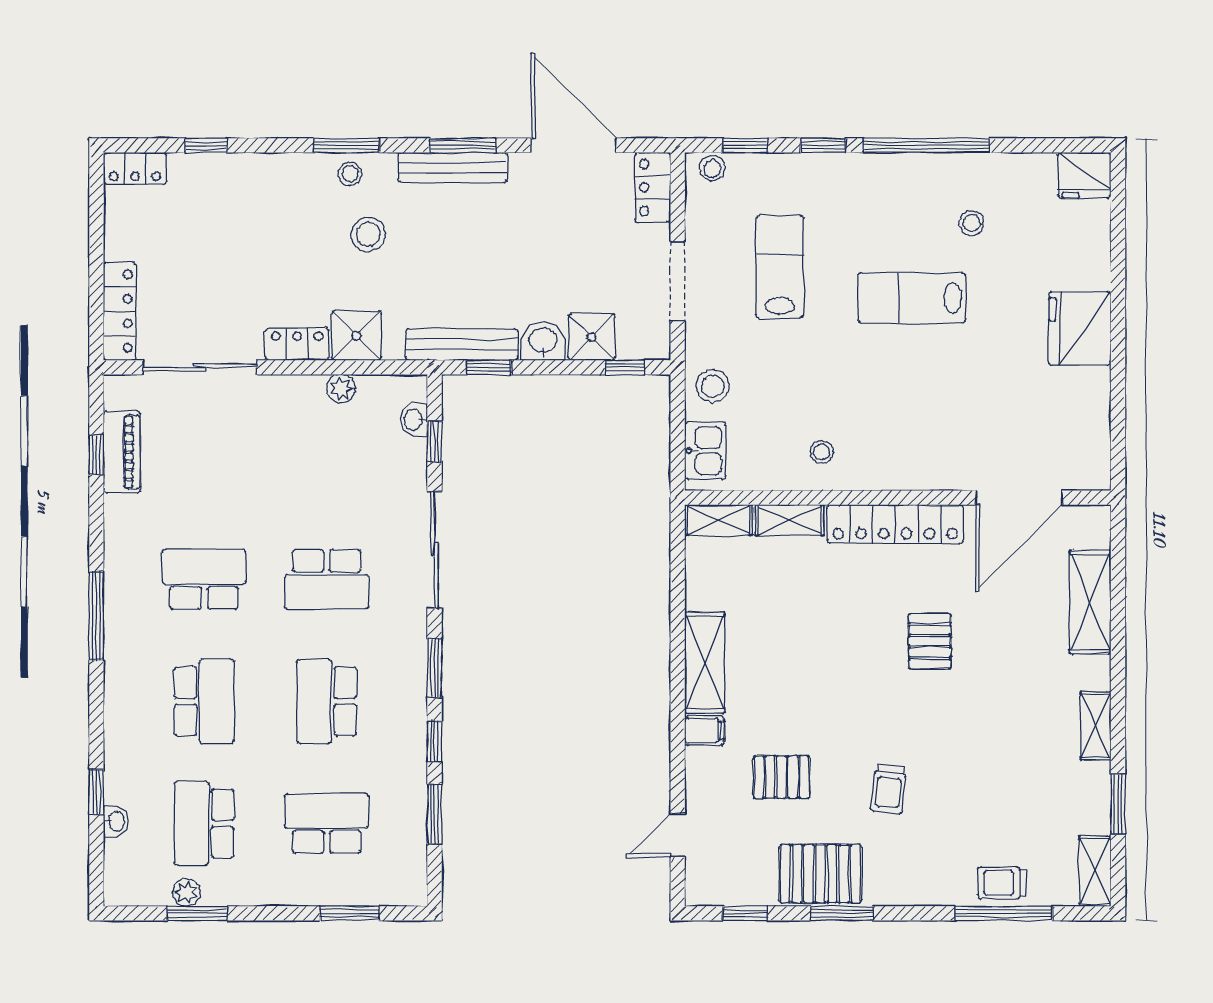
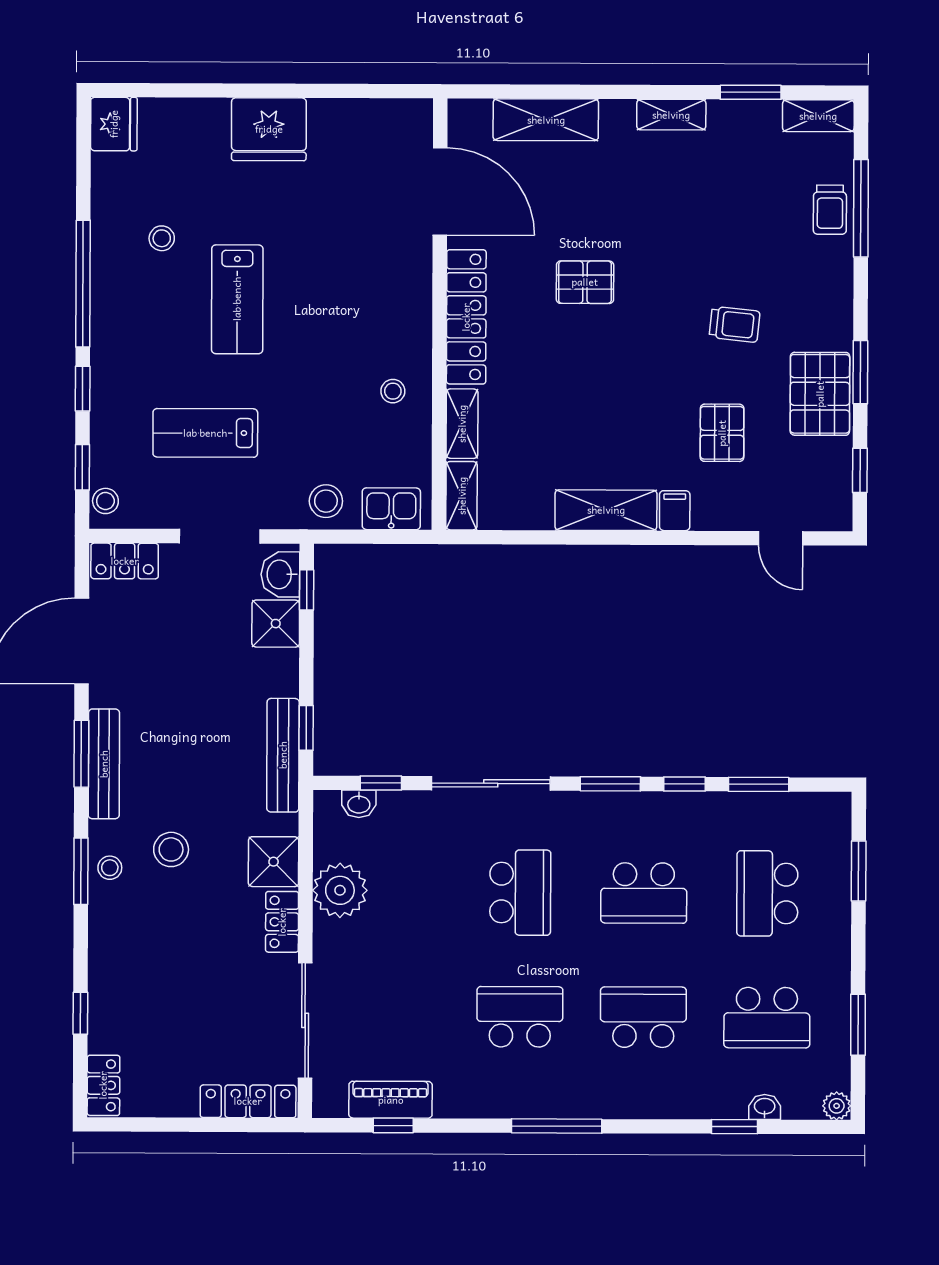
washbasin: (543, 341) -> (280, 574), moved
plant: (341, 389) -> (340, 890), width x1.88, depth x1.88
school desk: (204, 579) -> (520, 1017), turned 90
plant: (186, 892) -> (837, 1106), moved

